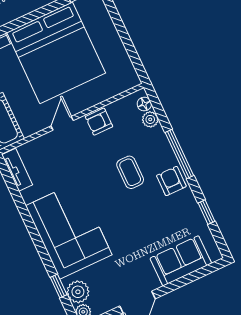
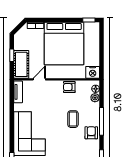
nightstand: (126, 79) -> (93, 72), added
door: (62, 123) -> (39, 79), moved

